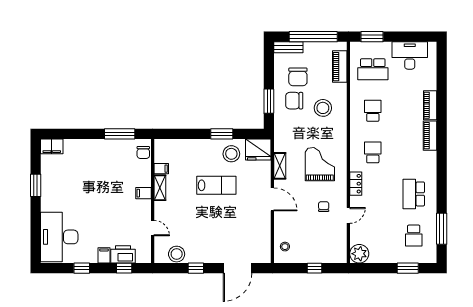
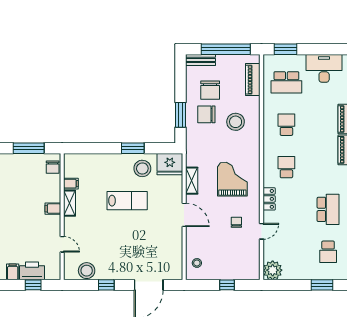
school desk: (414, 194) -> (328, 209), turned 180

